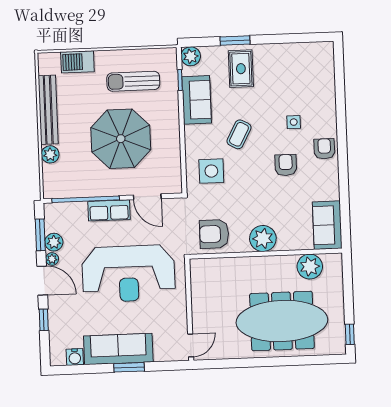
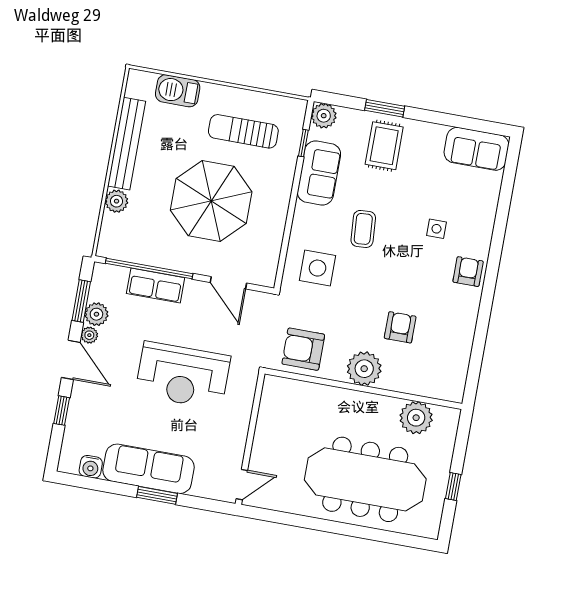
coffee table: (239, 134) -> (363, 229), turned -32
armchair: (286, 165) -> (400, 327), moved
row of seats: (109, 210) -> (156, 286), moved
sofa: (327, 225) -> (476, 149), moved, turned -90
reception desk: (128, 274) -> (183, 375), width x0.74, depth x0.77
window: (350, 334) -> (453, 487), moved

